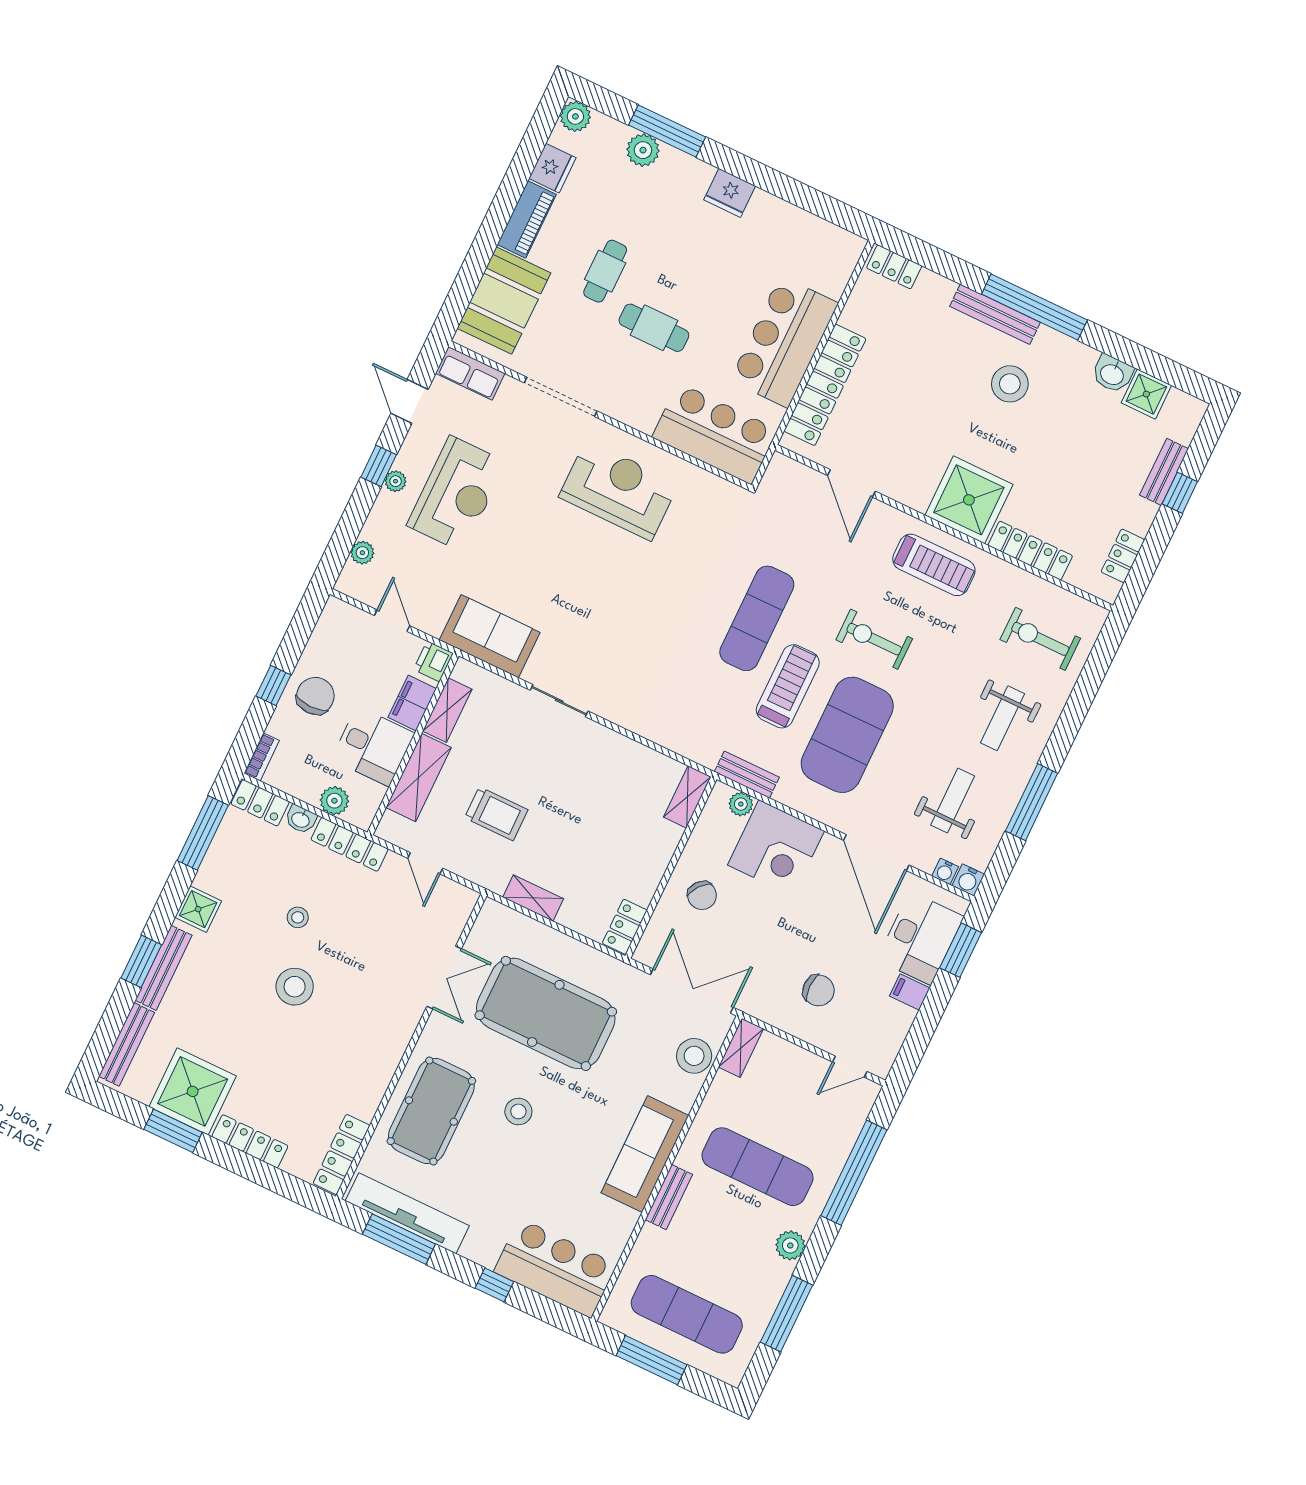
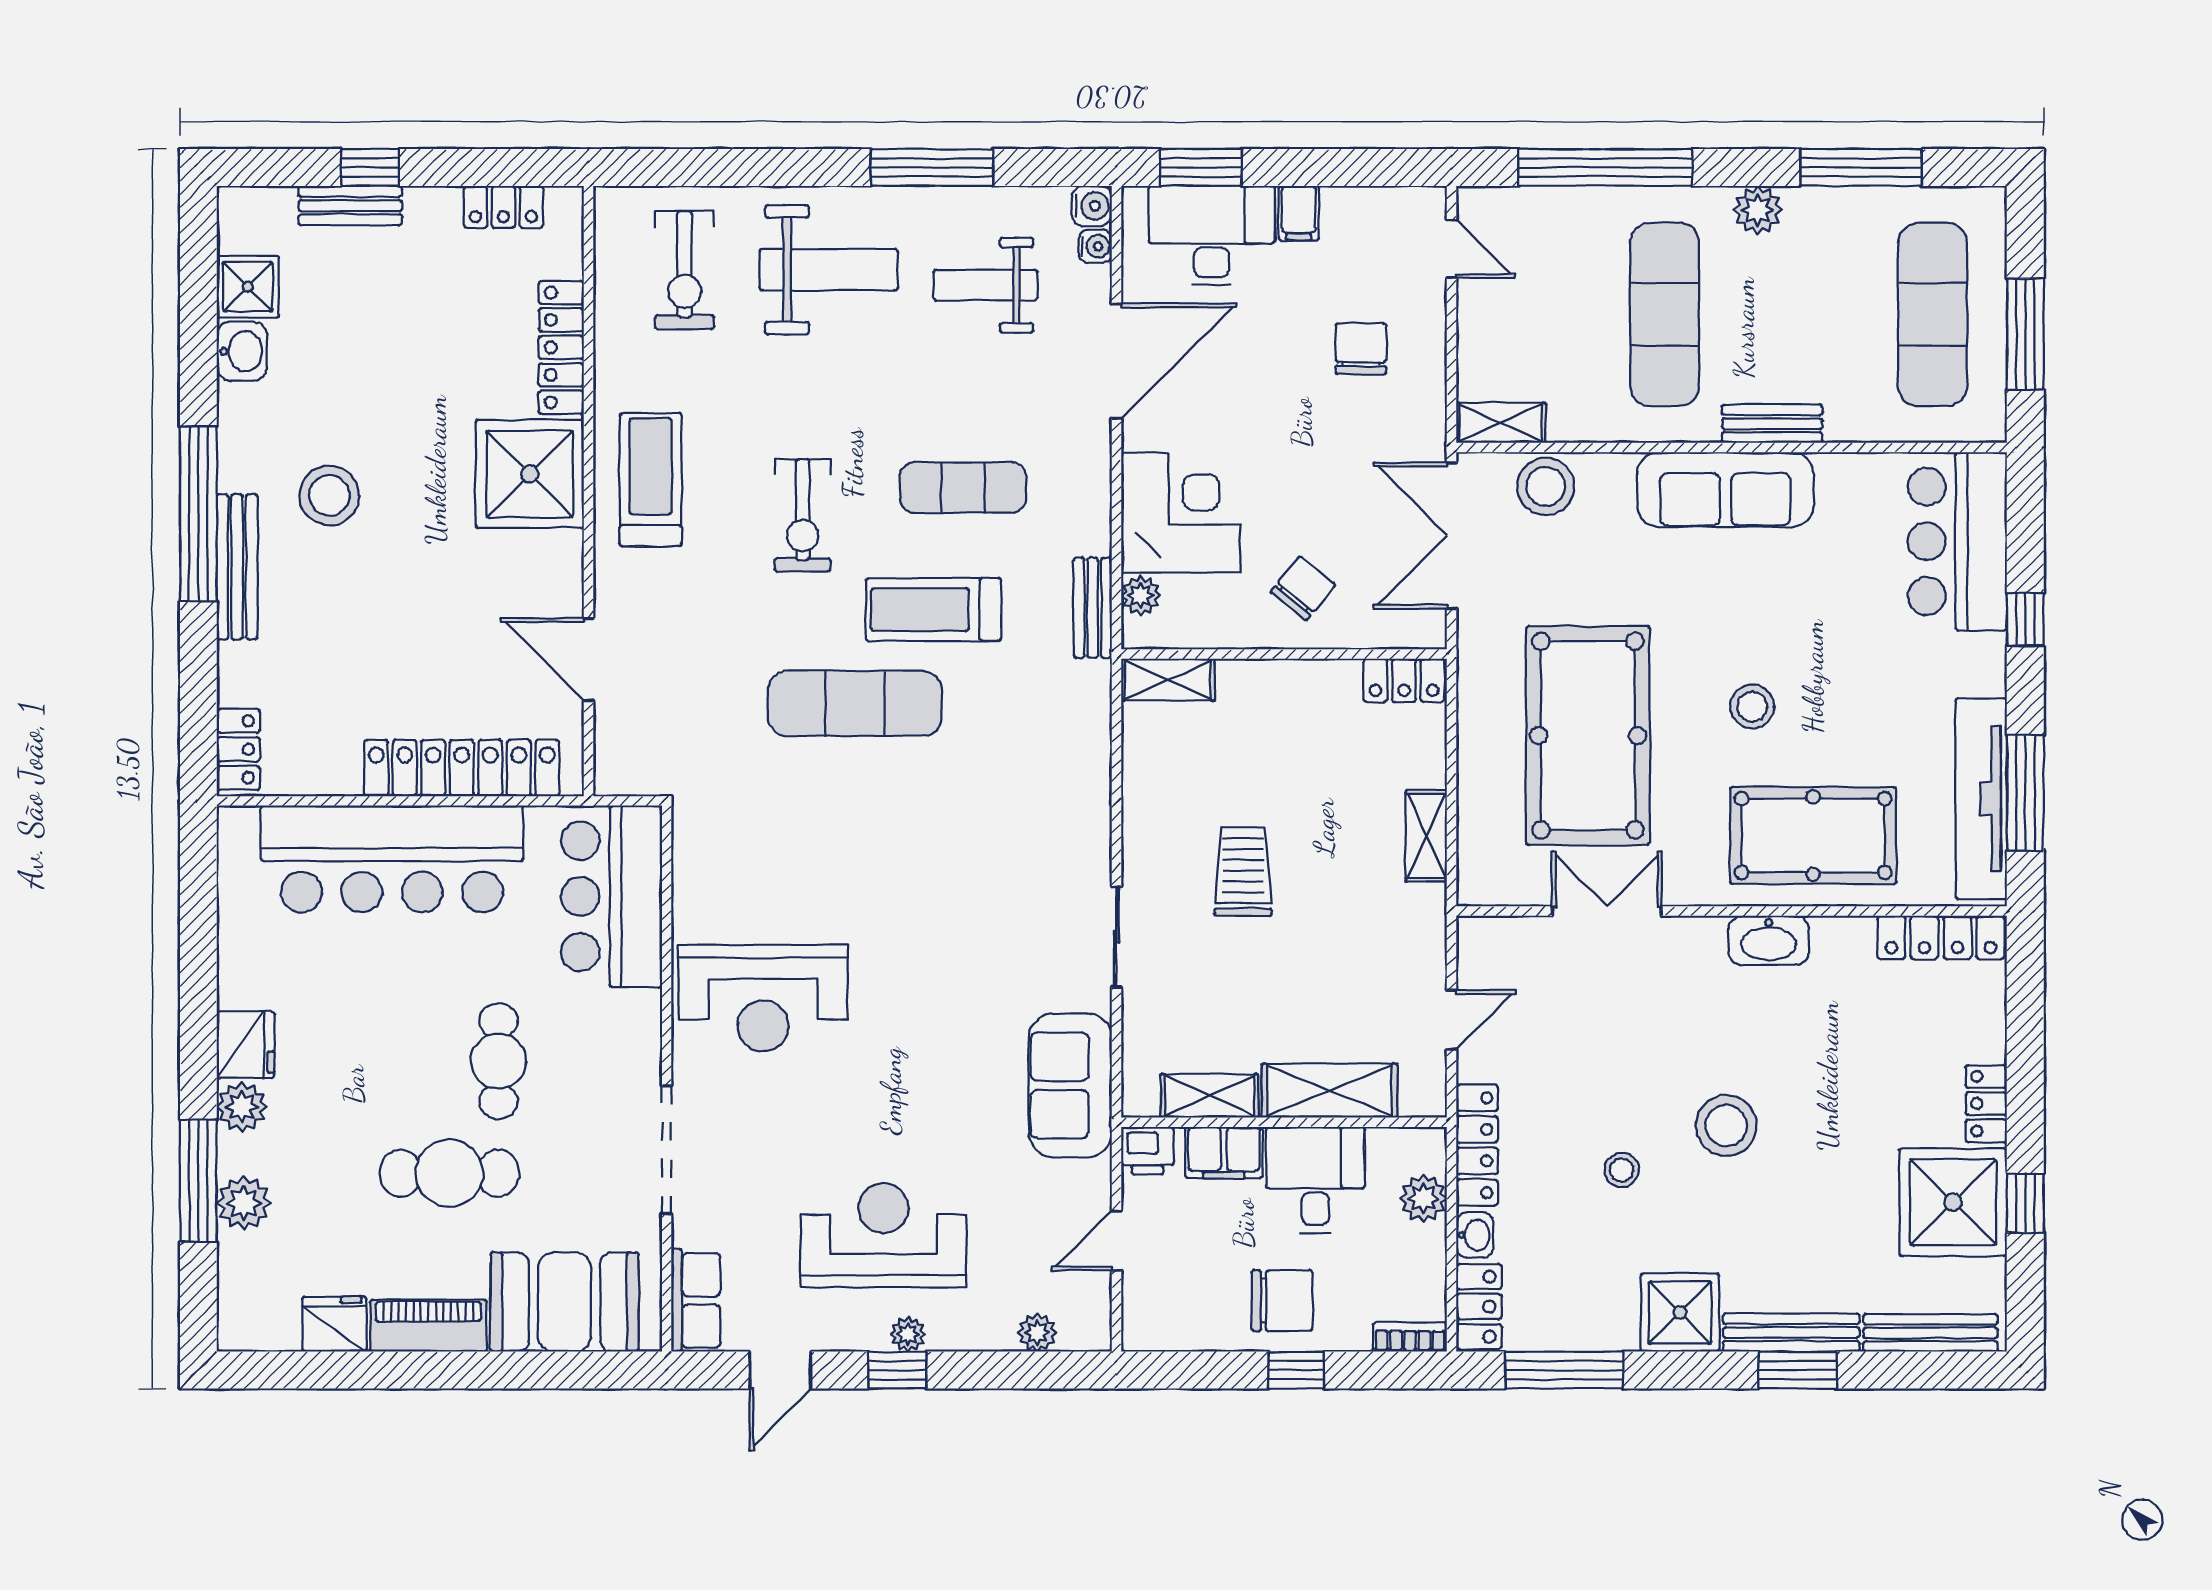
plant: (575, 116) -> (242, 1107), moved
cafe table: (605, 271) -> (449, 1173), width x1.37, depth x1.35
bar counter: (784, 342) -> (392, 859), width x1.36
door: (851, 483) -> (589, 659), swing flipped
reception desk: (619, 490) -> (763, 998), turned -90
chair: (315, 696) -> (1282, 1301), turned 180
weight bench: (1002, 718) -> (829, 270), width x1.36, depth x1.33
exercise mat: (847, 735) -> (963, 487), width x0.50, depth x0.69
trolley: (496, 814) -> (1243, 872), moved
shower: (198, 909) -> (1680, 1313), width x1.36, depth x1.36
washbasin: (385, 1059) -> (1769, 940), added
window: (173, 1131) -> (2025, 1203), width x0.67
locker: (250, 1141) -> (1986, 1104), width x0.66

